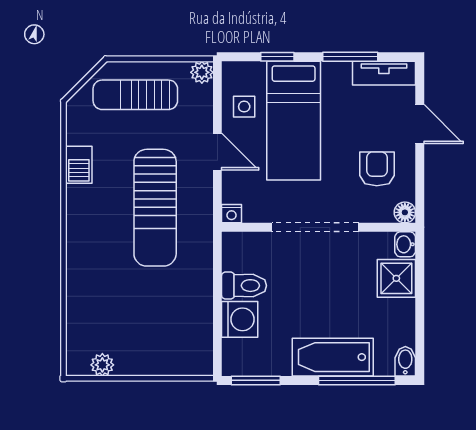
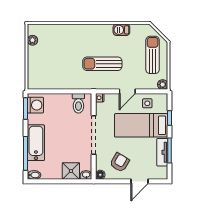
tv unit: (384, 73) -> (162, 152), moved
armchair: (377, 169) -> (120, 162), turned -59
sun lounger: (155, 208) -> (102, 64), width x0.73, depth x0.75
toilet: (244, 286) -> (78, 103), moved
washing machine: (240, 319) -> (35, 105), moved, turned -90

